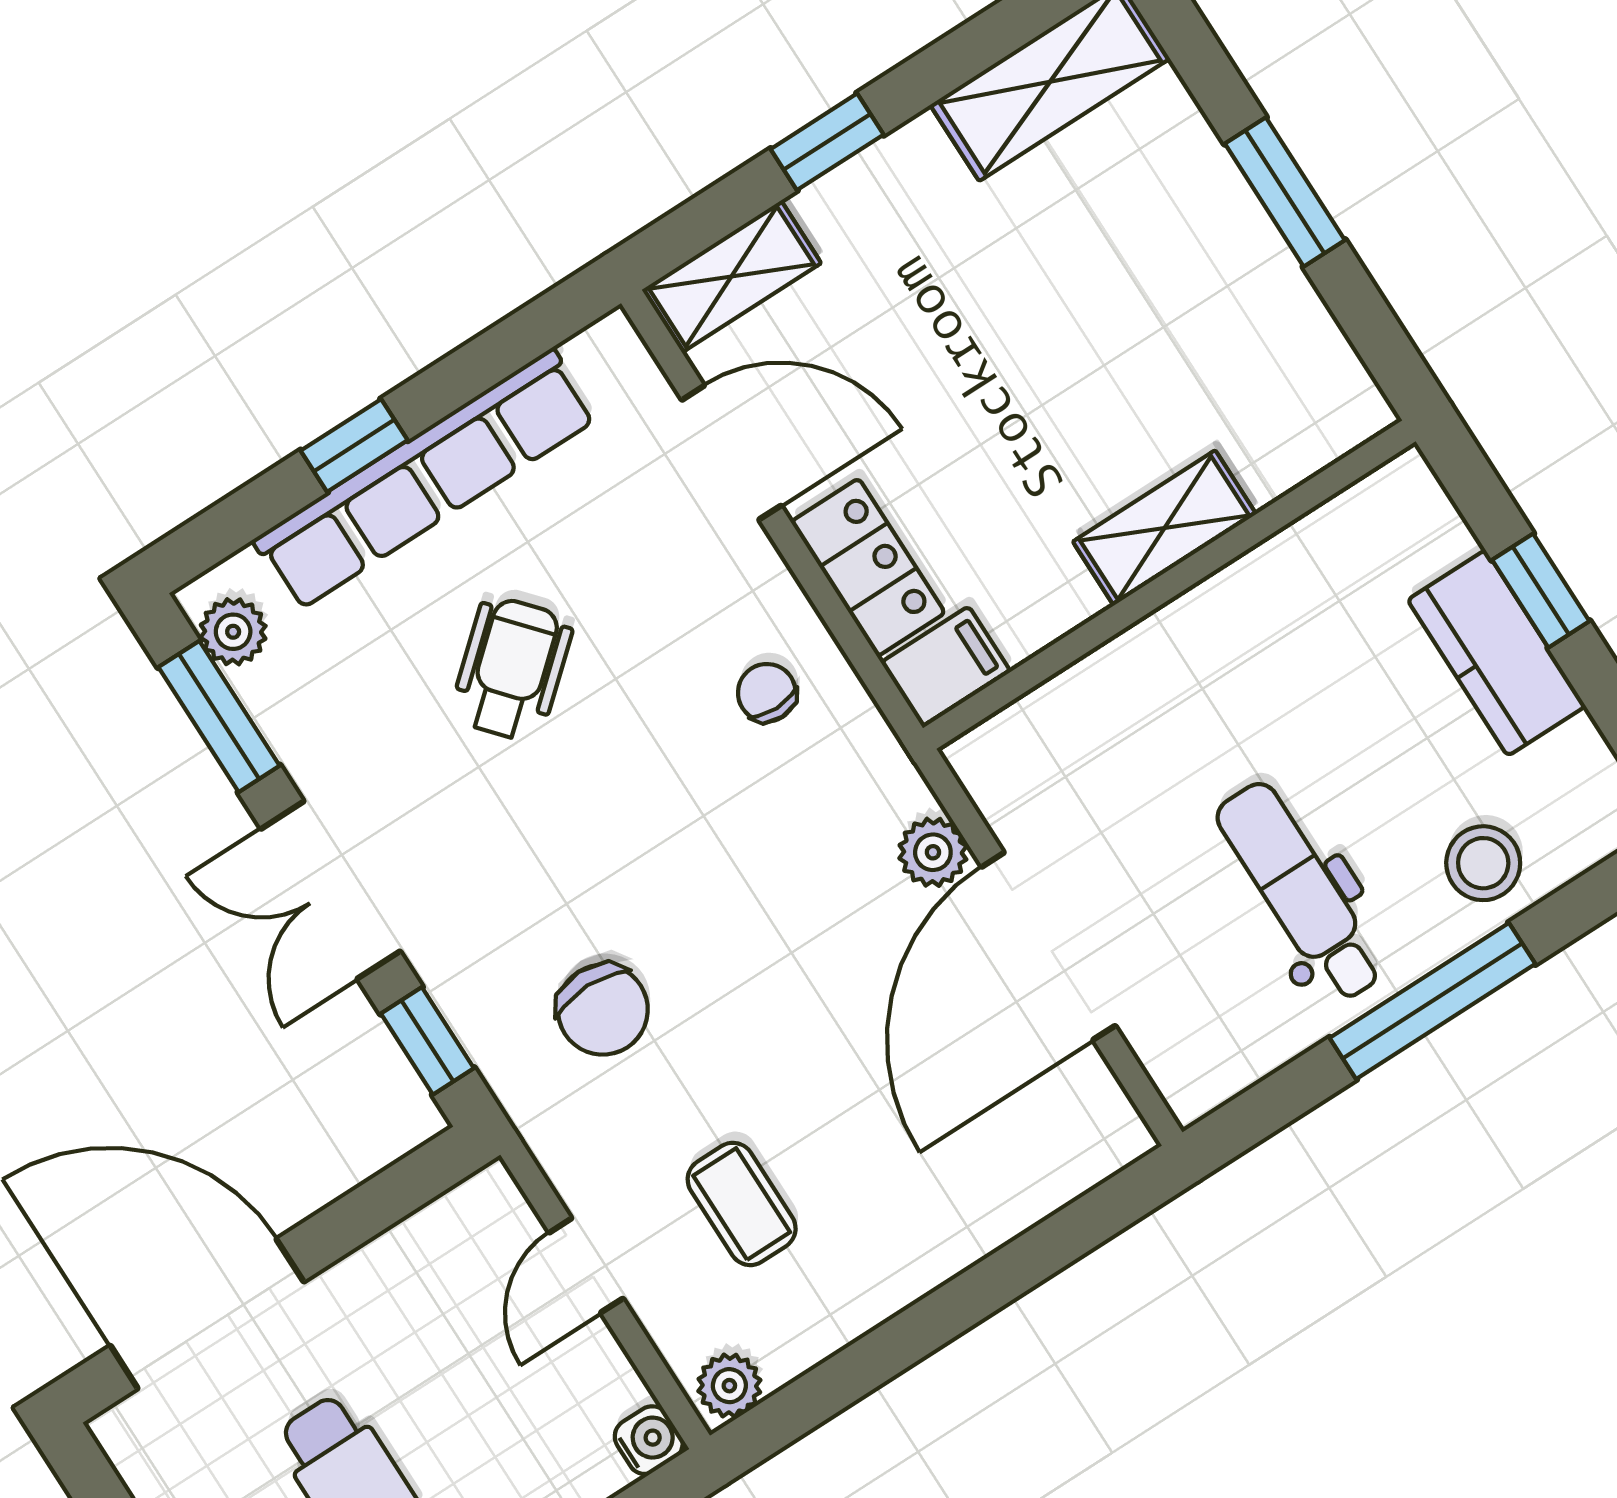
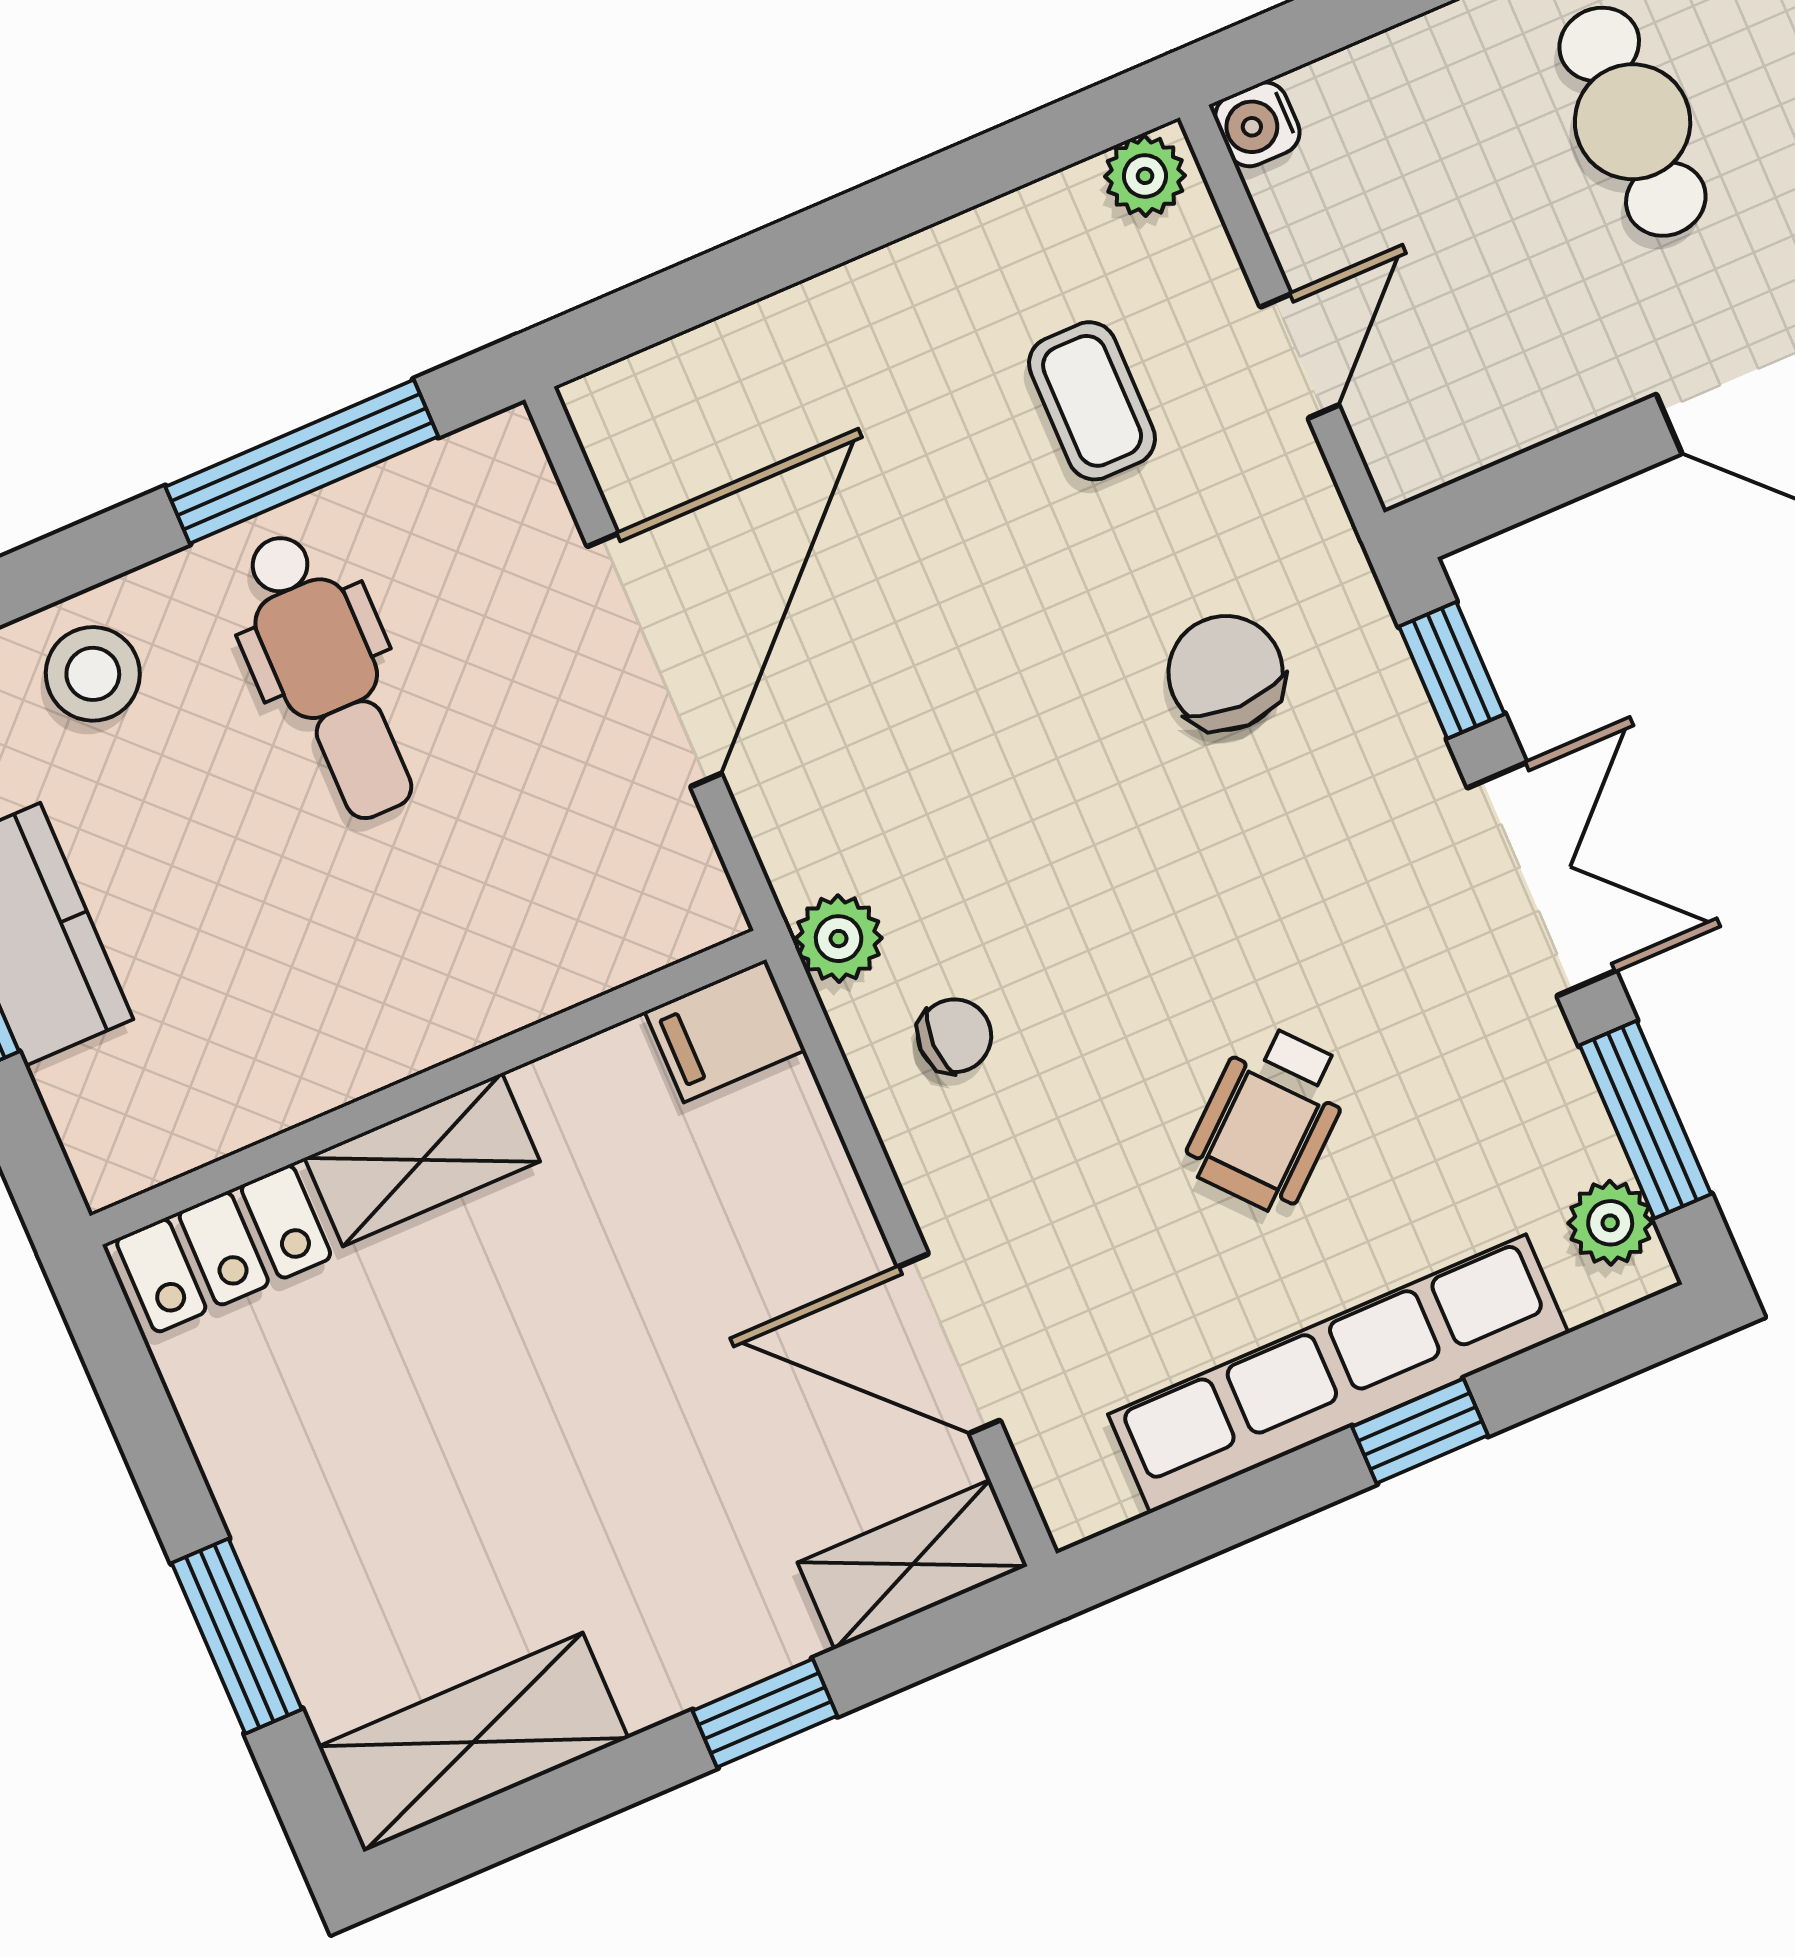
window: (1285, 192) -> (237, 1636), moved
locker: (868, 567) -> (224, 1249), moved, turned -90
chair: (767, 693) -> (955, 1036), turned -90
plant: (933, 852) -> (839, 939), moved
window: (1432, 1001) -> (302, 462), moved

